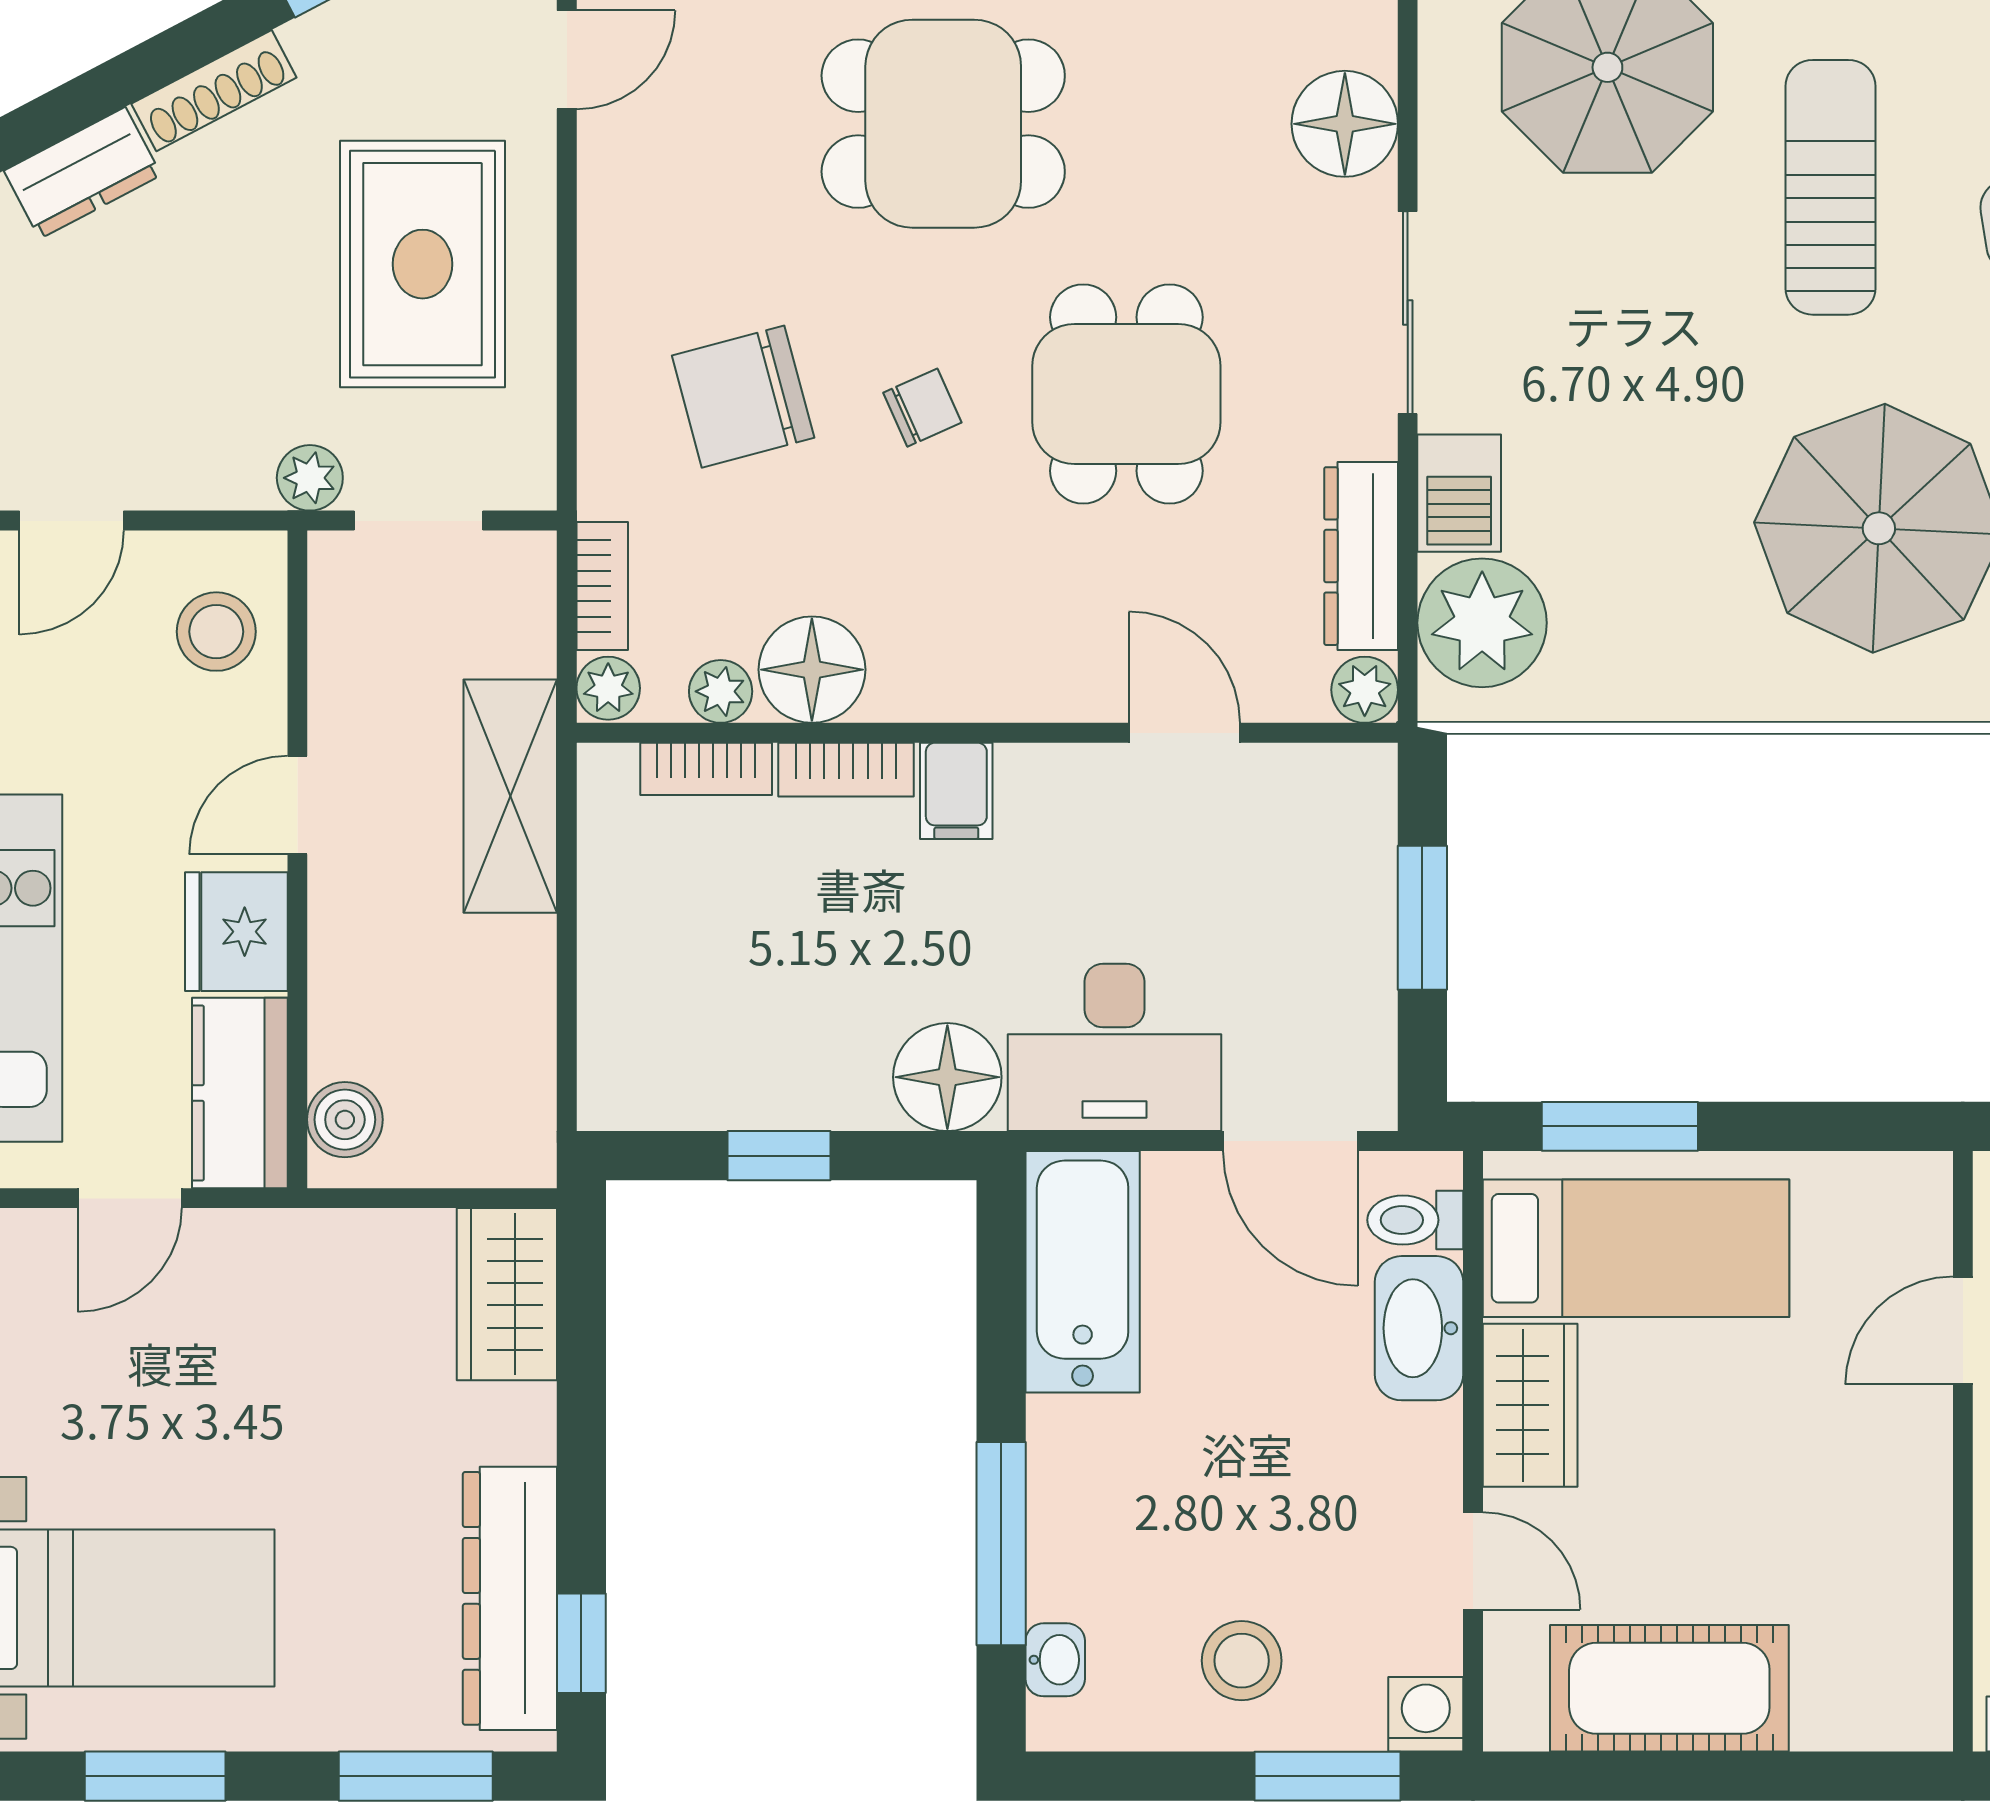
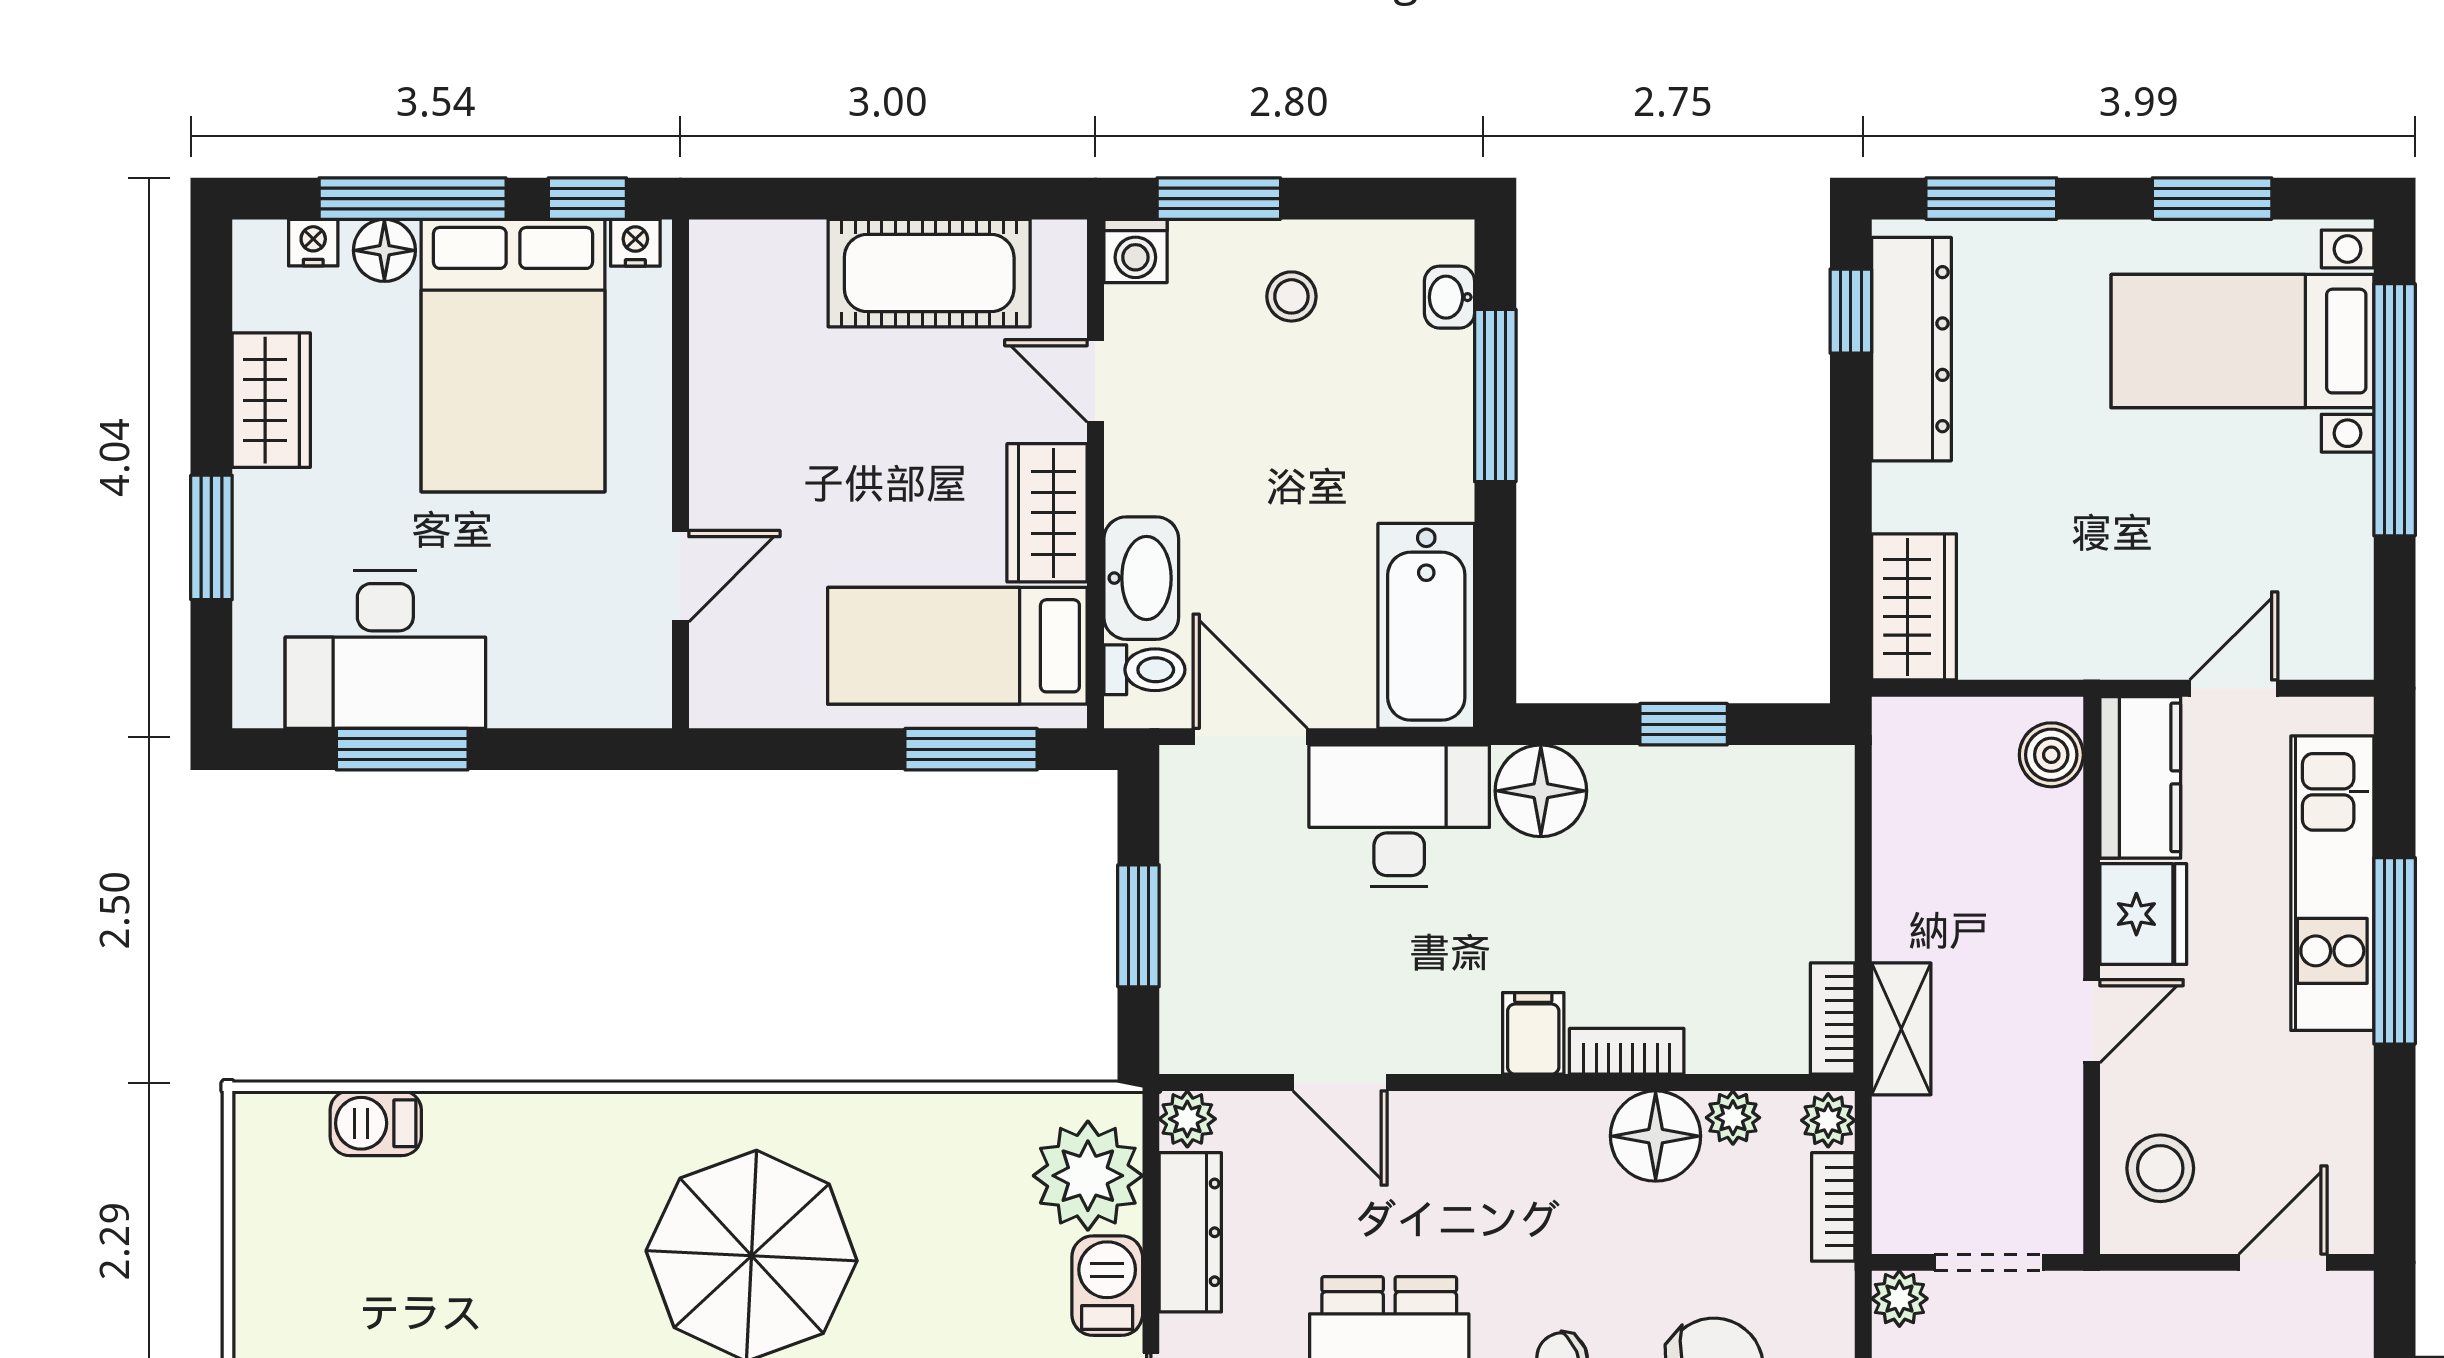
plant: (310, 478) -> (1899, 1299), moved
bookcase: (706, 769) -> (1833, 1019), moved, turned -90
shelving: (510, 796) -> (1901, 1029), width x0.67, depth x0.75
stool: (1242, 1661) -> (1291, 296), width x0.73, depth x0.73

